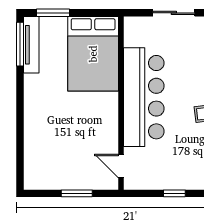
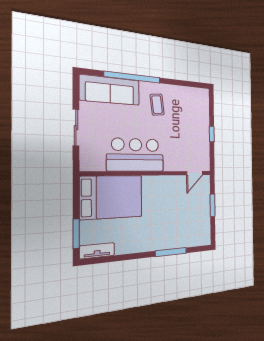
window: (20, 44) -> (171, 252), moved
tv unit: (31, 45) -> (97, 251), width x0.71
bar counter: (144, 97) -> (136, 155), width x0.73

